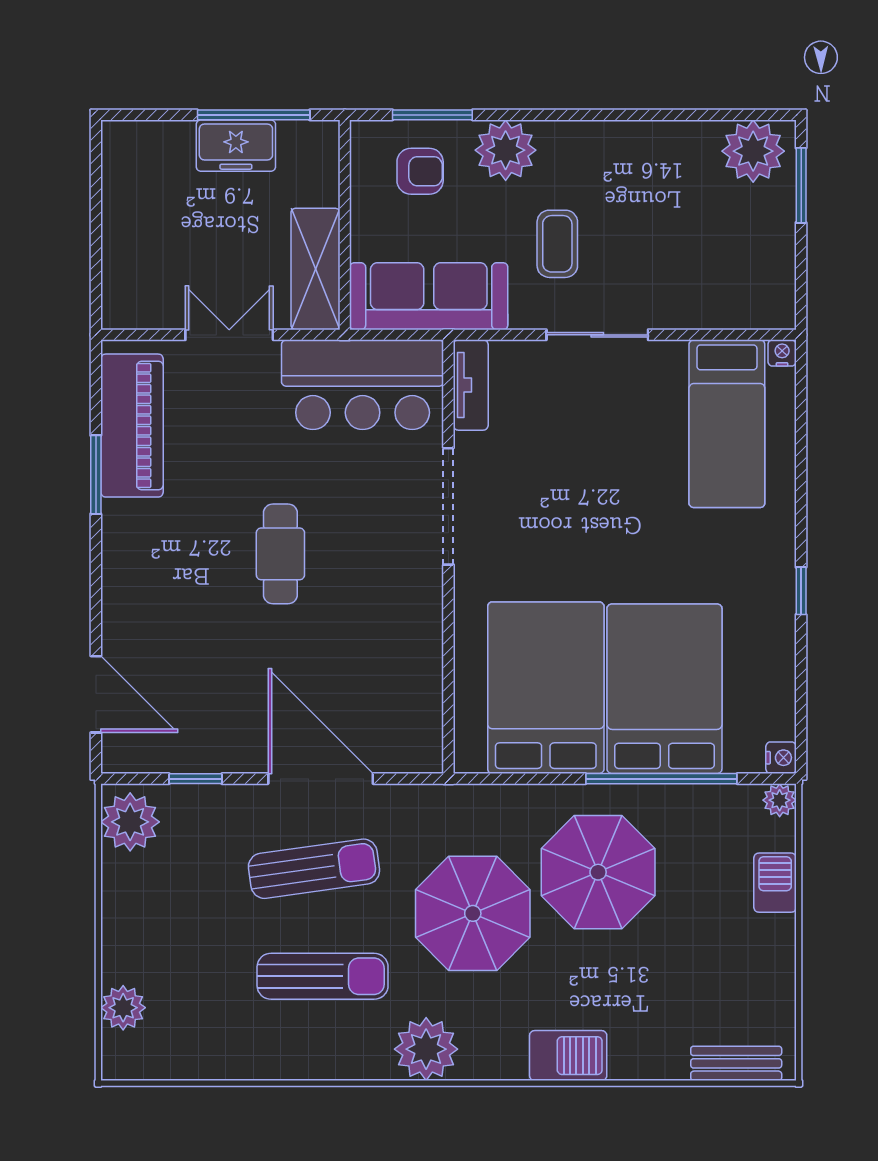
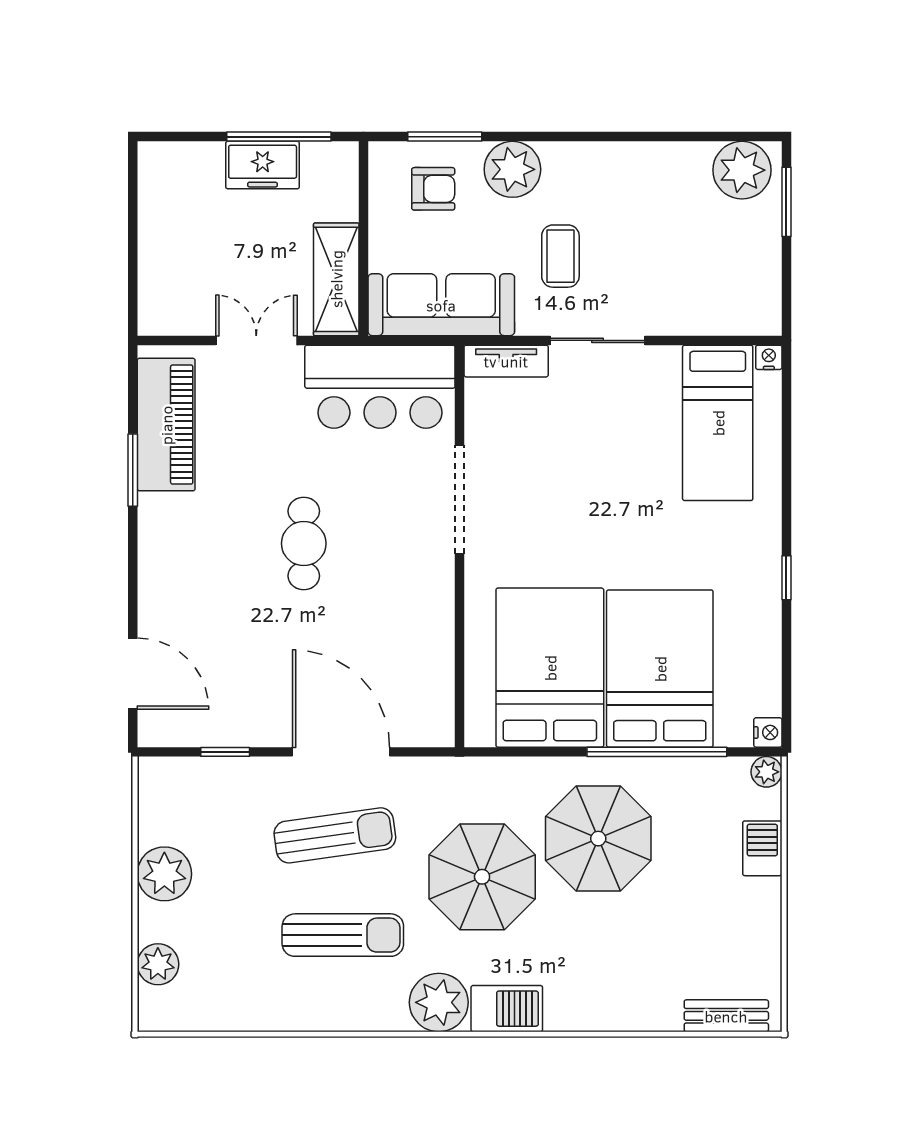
tv unit: (471, 385) -> (506, 361), moved, turned 90
plant: (130, 822) -> (164, 874), moved
barbecue: (568, 1056) -> (507, 1009), moved

